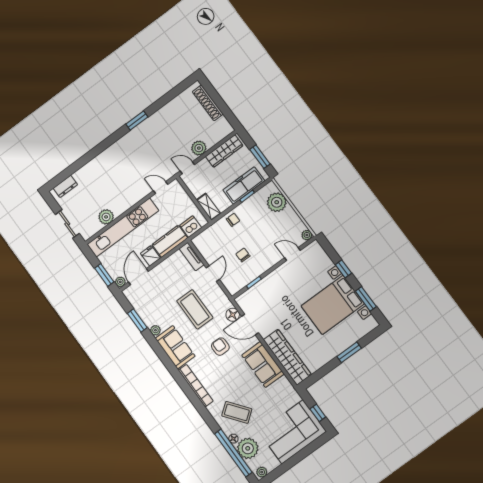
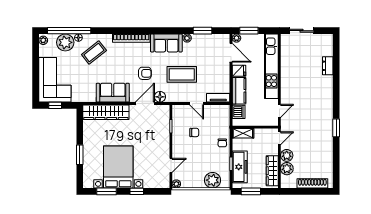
dresser: (65, 186) -> (328, 66), moved
plant: (106, 217) -> (287, 169), moved

